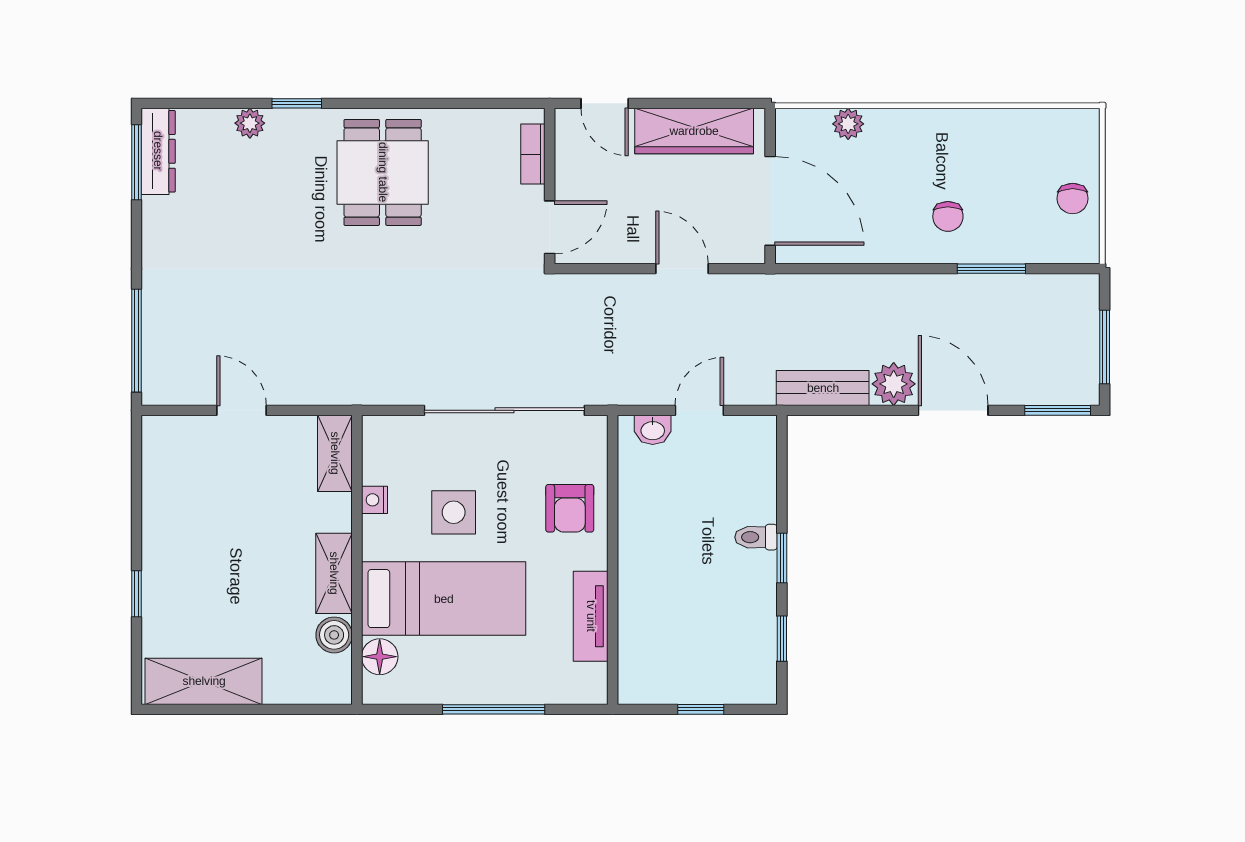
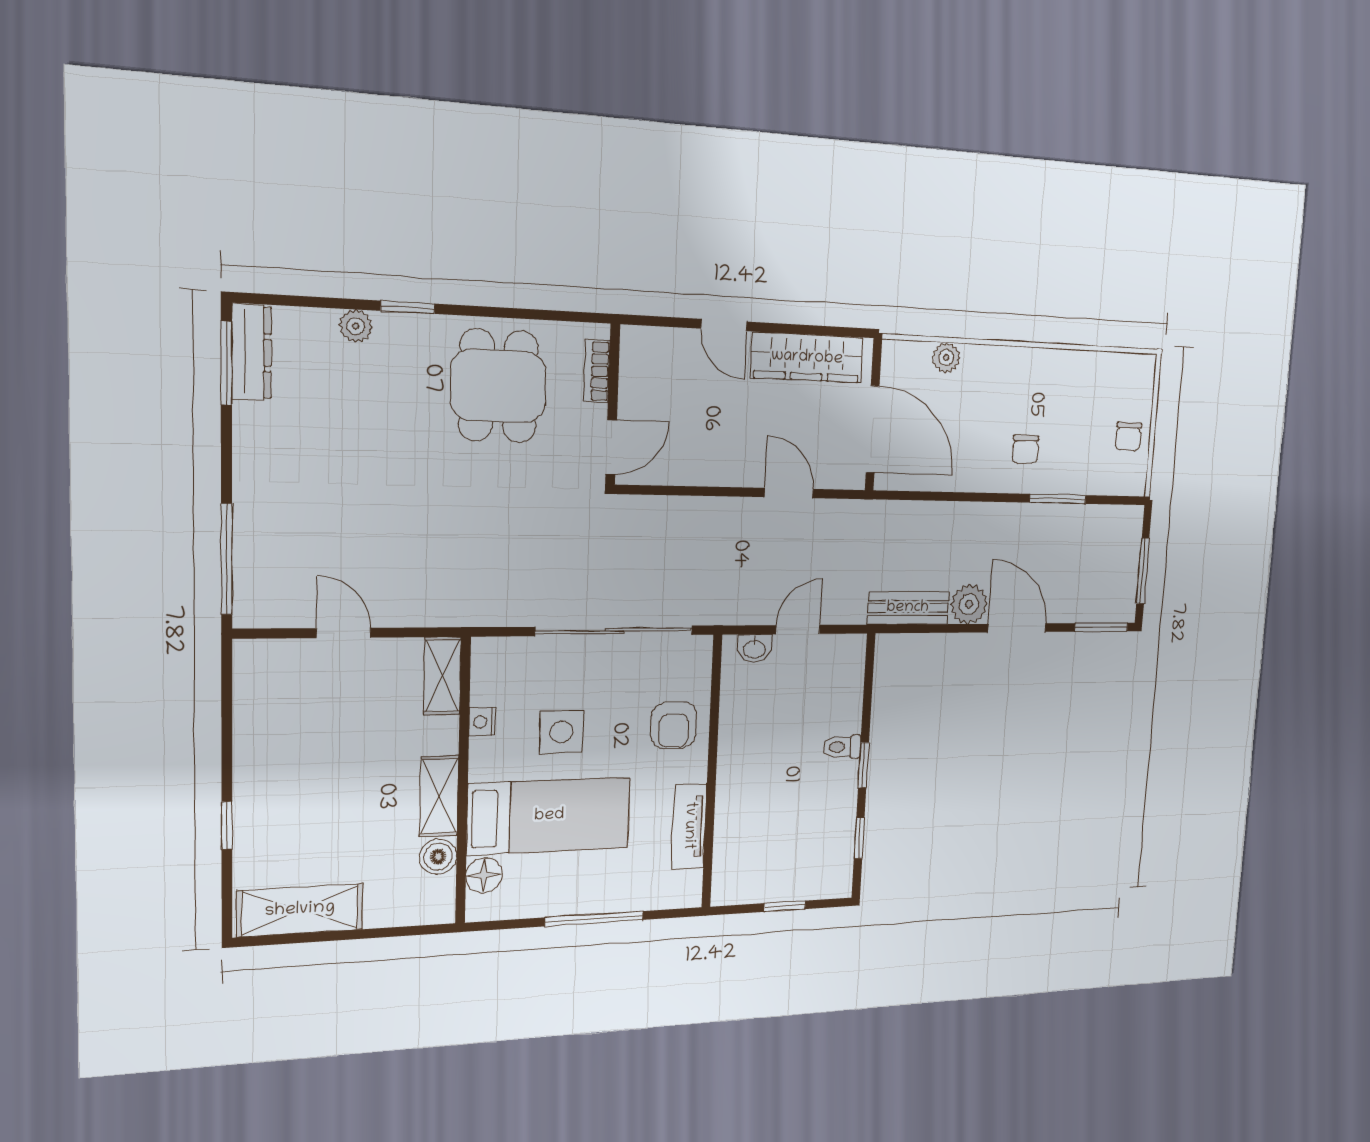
bookcase: (533, 154) -> (597, 371), moved
wall: (550, 186) -> (613, 405), moved
door: (550, 227) -> (611, 447), moved

